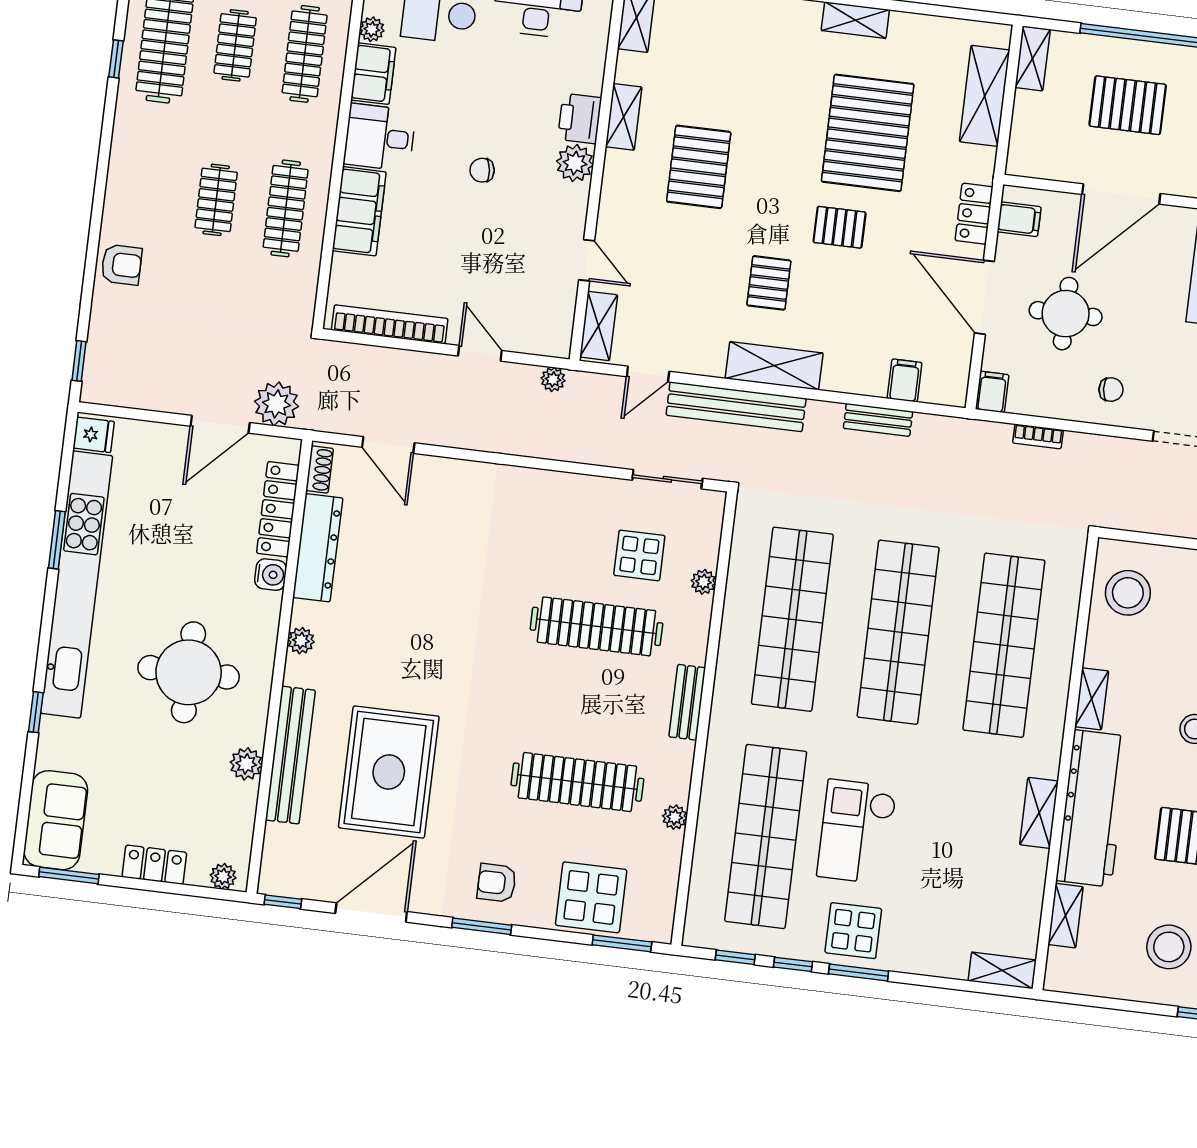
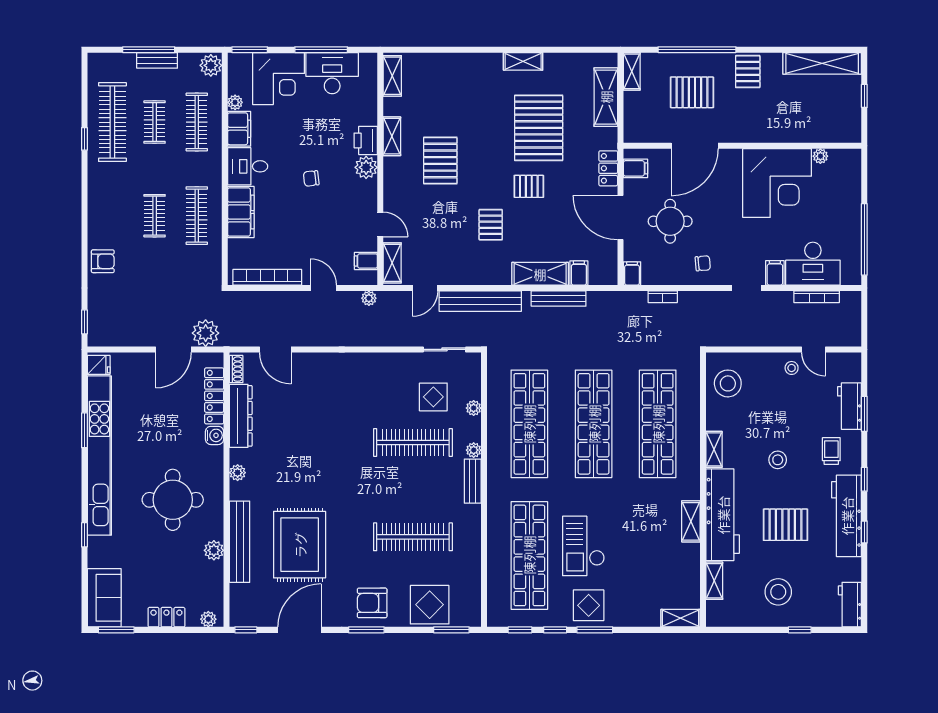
filing cabinet: (556, 317) -> (366, 261), added
shelving: (774, 366) -> (540, 274), moved
bench: (878, 420) -> (559, 298), width x1.36
plant: (675, 817) -> (474, 450), moved
armchair: (497, 883) -> (372, 603), width x1.38, depth x1.38

